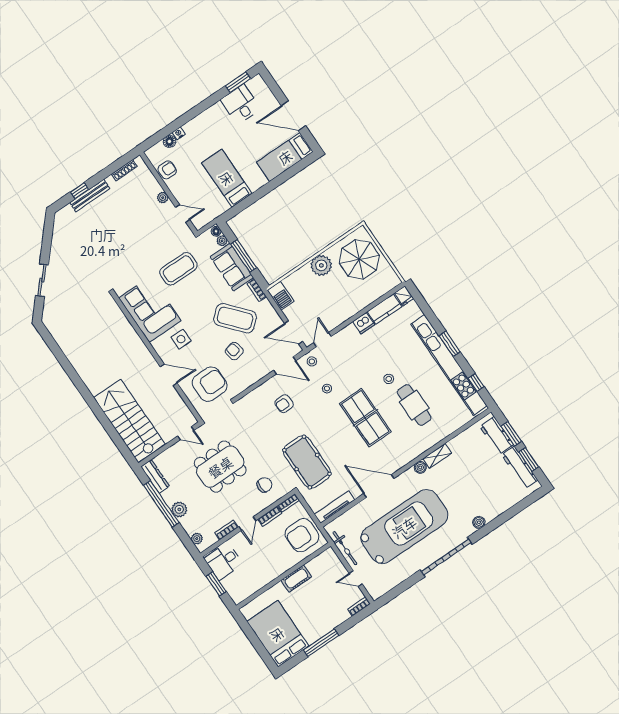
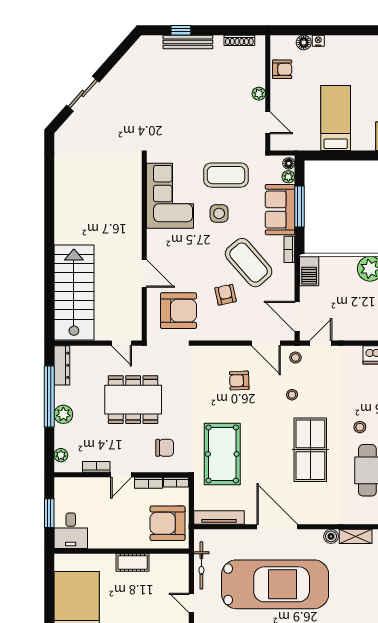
side table: (181, 339) -> (219, 213), moved
desk: (224, 561) -> (71, 531), moved, turned -90

